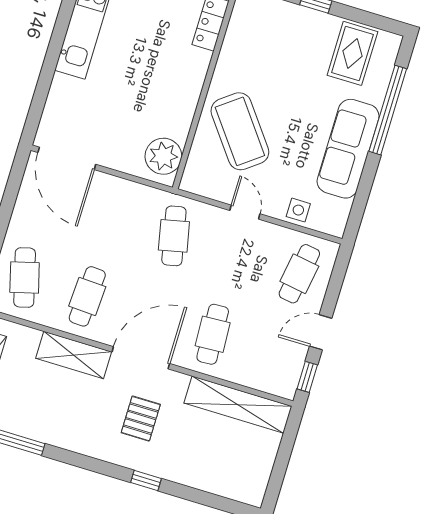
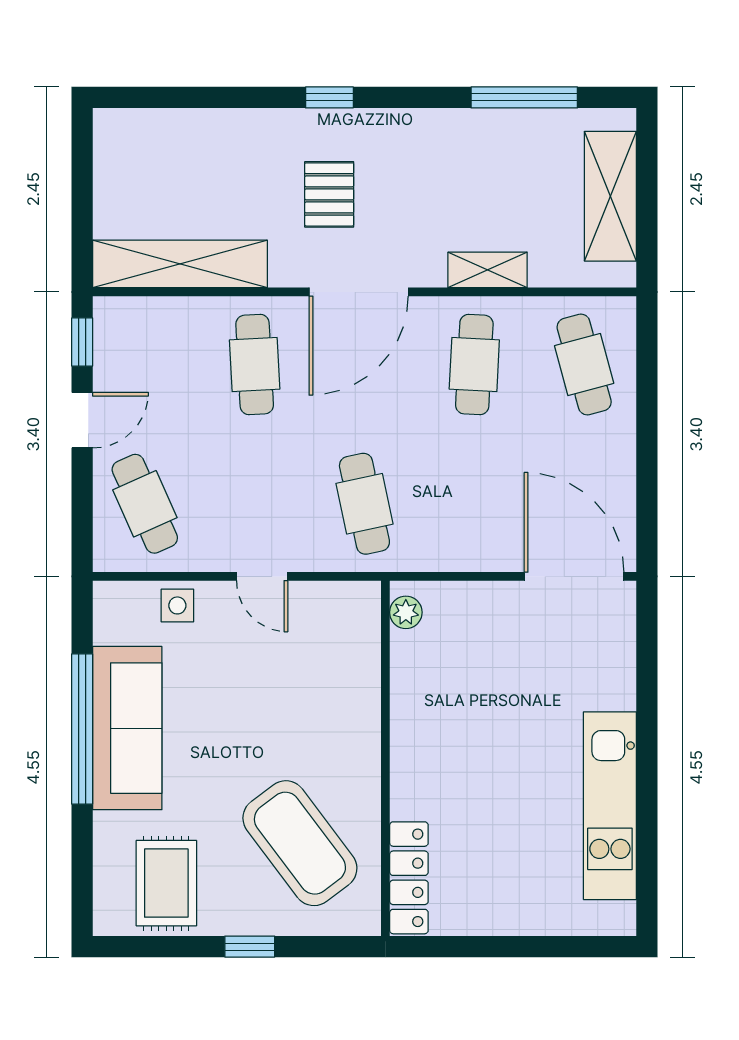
window: (388, 110) -> (82, 729), moved
coffee table: (240, 131) -> (300, 843), moved
plant: (163, 156) -> (406, 612), width x0.53, depth x0.53
cafe table: (299, 274) -> (145, 504), turned -33
shelving: (74, 355) -> (488, 270), width x0.67, depth x0.75
window: (146, 481) -> (329, 97), moved

